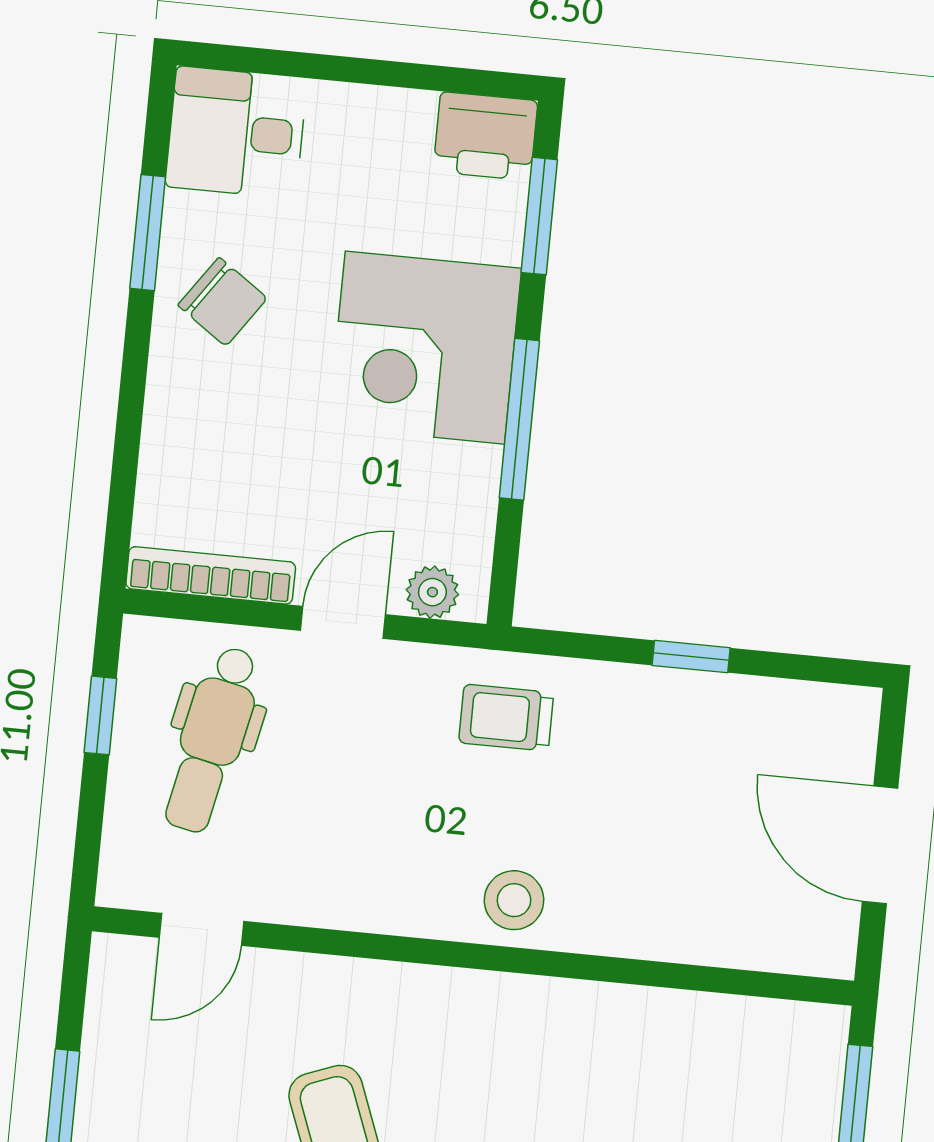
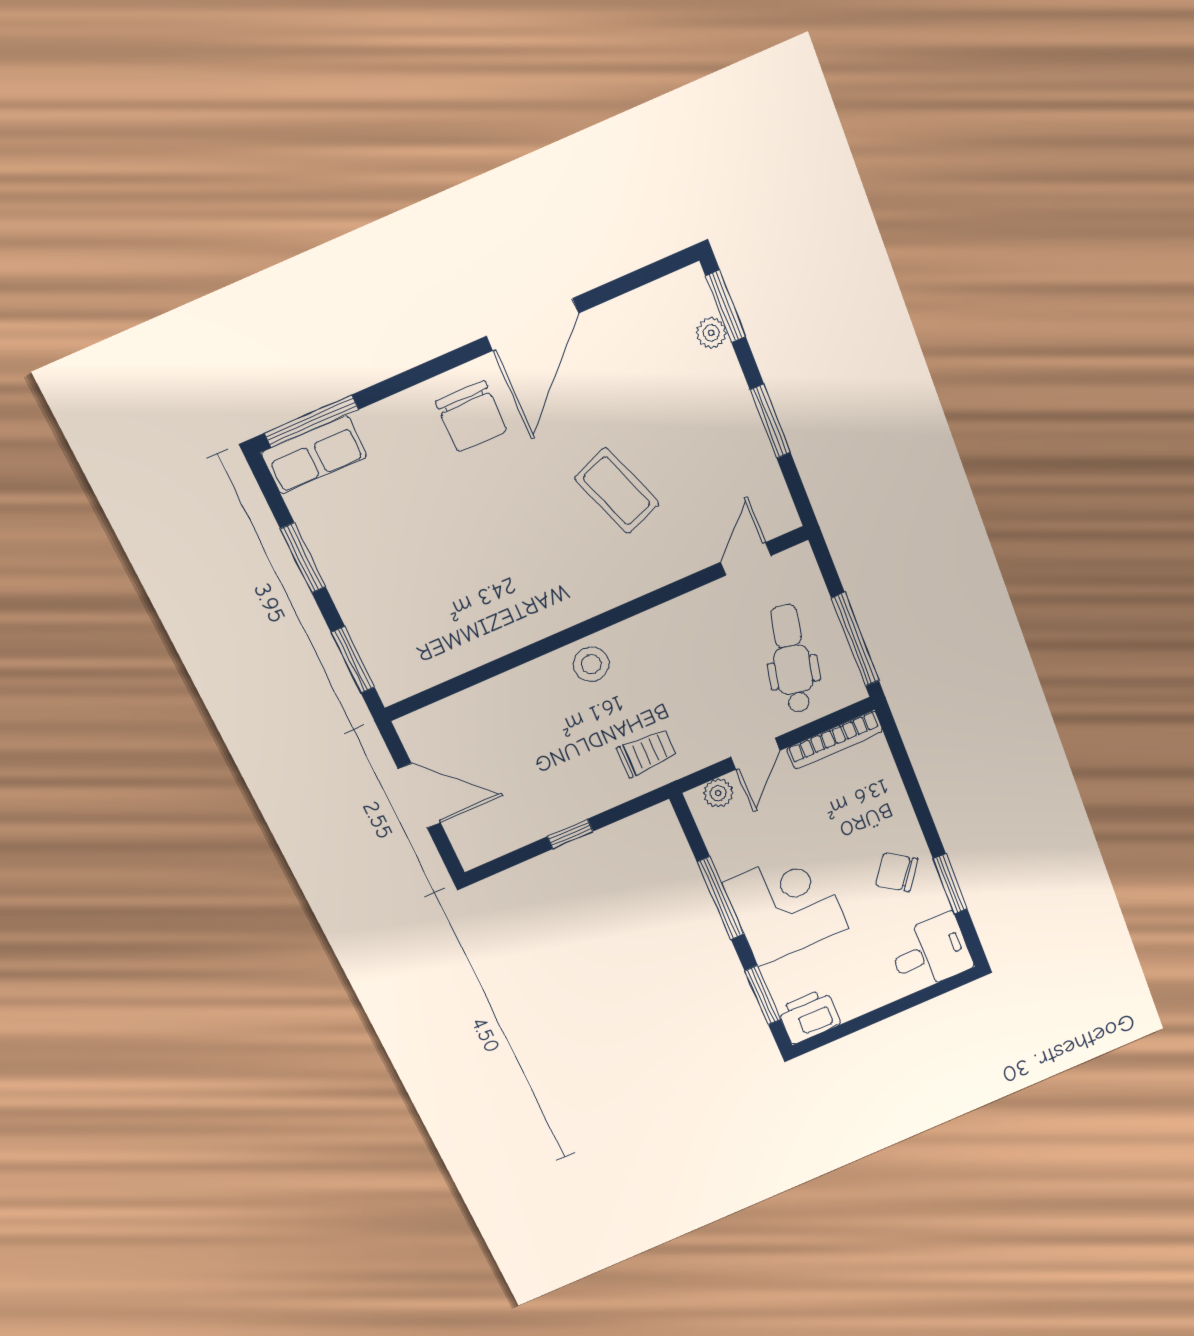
window: (100, 715) -> (855, 640), width x2.17

